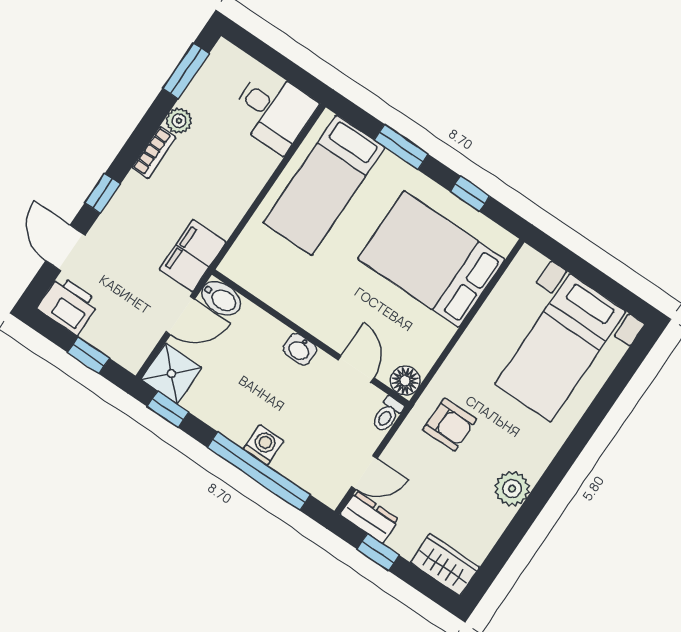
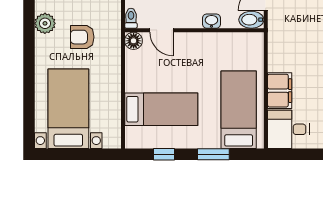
filing cabinet: (193, 256) -> (280, 91), moved
bed: (431, 259) -> (161, 109), width x0.67
washbasin: (300, 349) -> (211, 21), moved
armchair: (450, 425) -> (82, 37), moved

